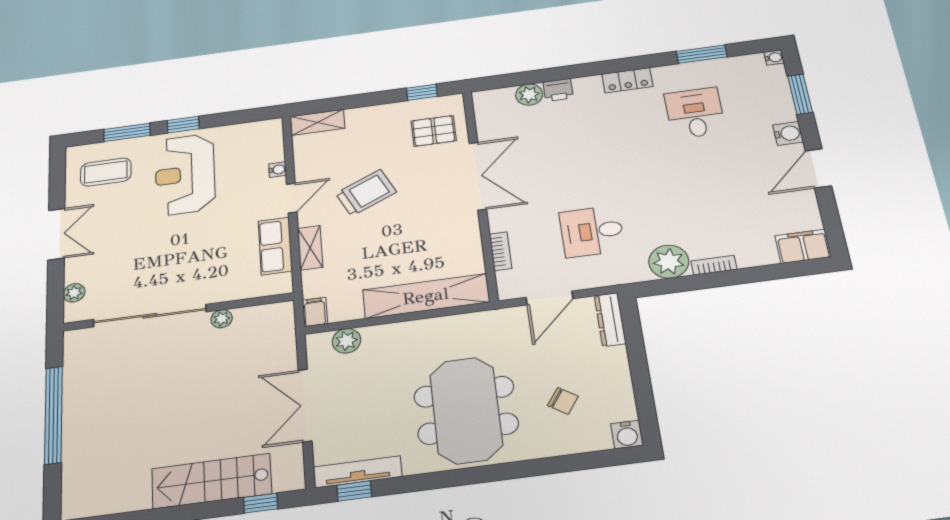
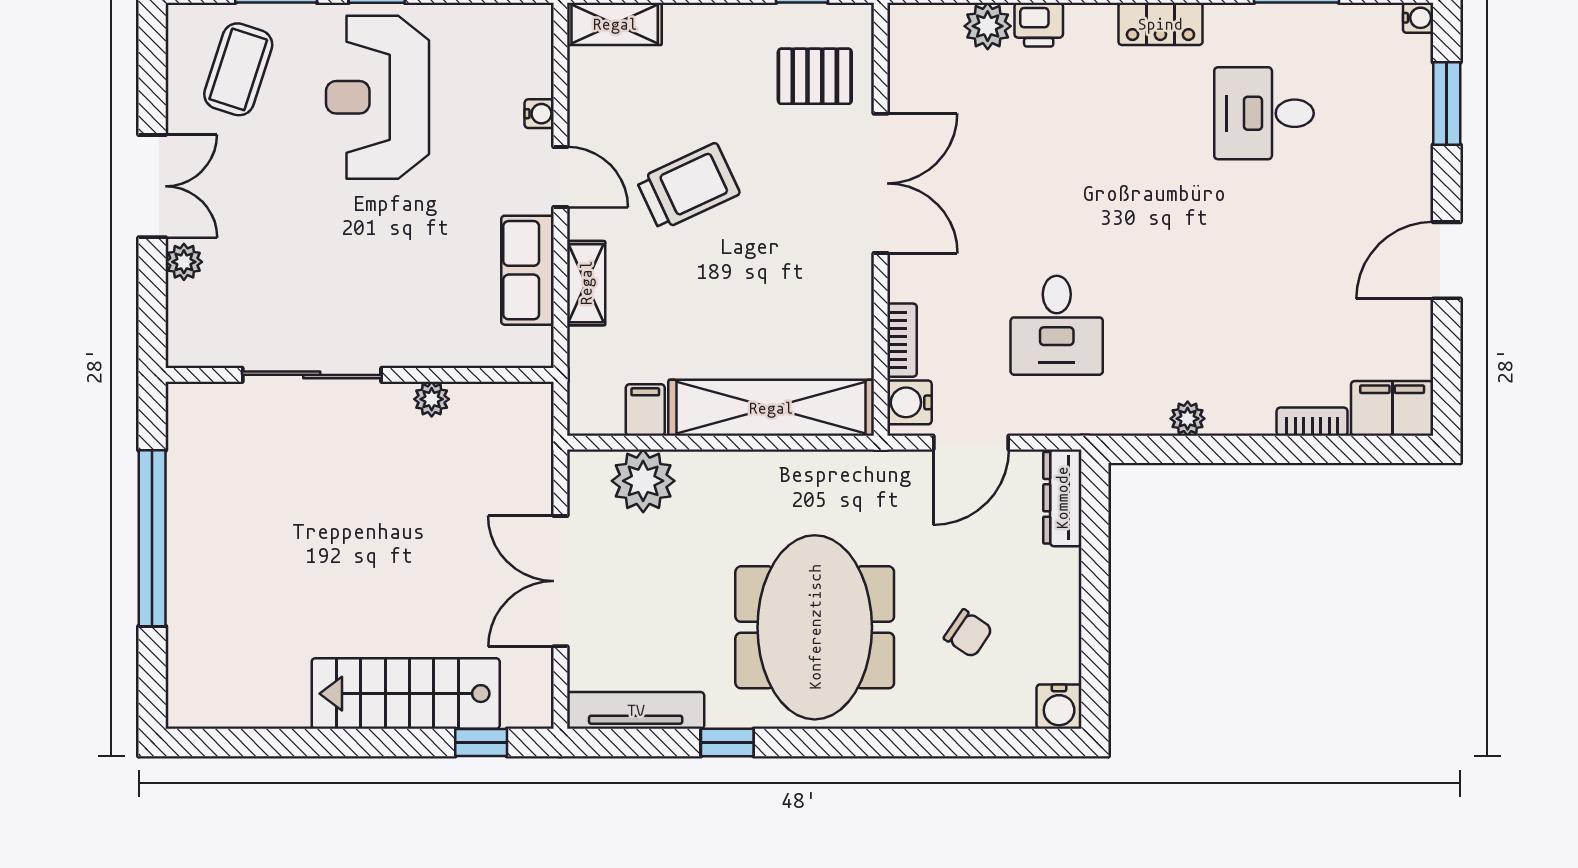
desk: (695, 113) -> (1264, 113), turned -90
water cooler: (788, 133) -> (909, 402), moved, turned 180
coffee table: (106, 172) -> (238, 69), turned -72
door: (292, 198) -> (560, 177), hinge flipped
desk: (592, 231) -> (1057, 325), turned -90
plant: (669, 262) -> (1188, 419), width x0.53, depth x0.53
bookcase: (714, 265) -> (1312, 422), moved
plant: (74, 293) -> (184, 262), moved
filing cabinet: (315, 312) -> (645, 410), moved
sliding door: (150, 316) -> (312, 375), width x0.73
plant: (346, 341) -> (643, 481), width x1.36, depth x1.36
window: (354, 491) -> (727, 743), moved

